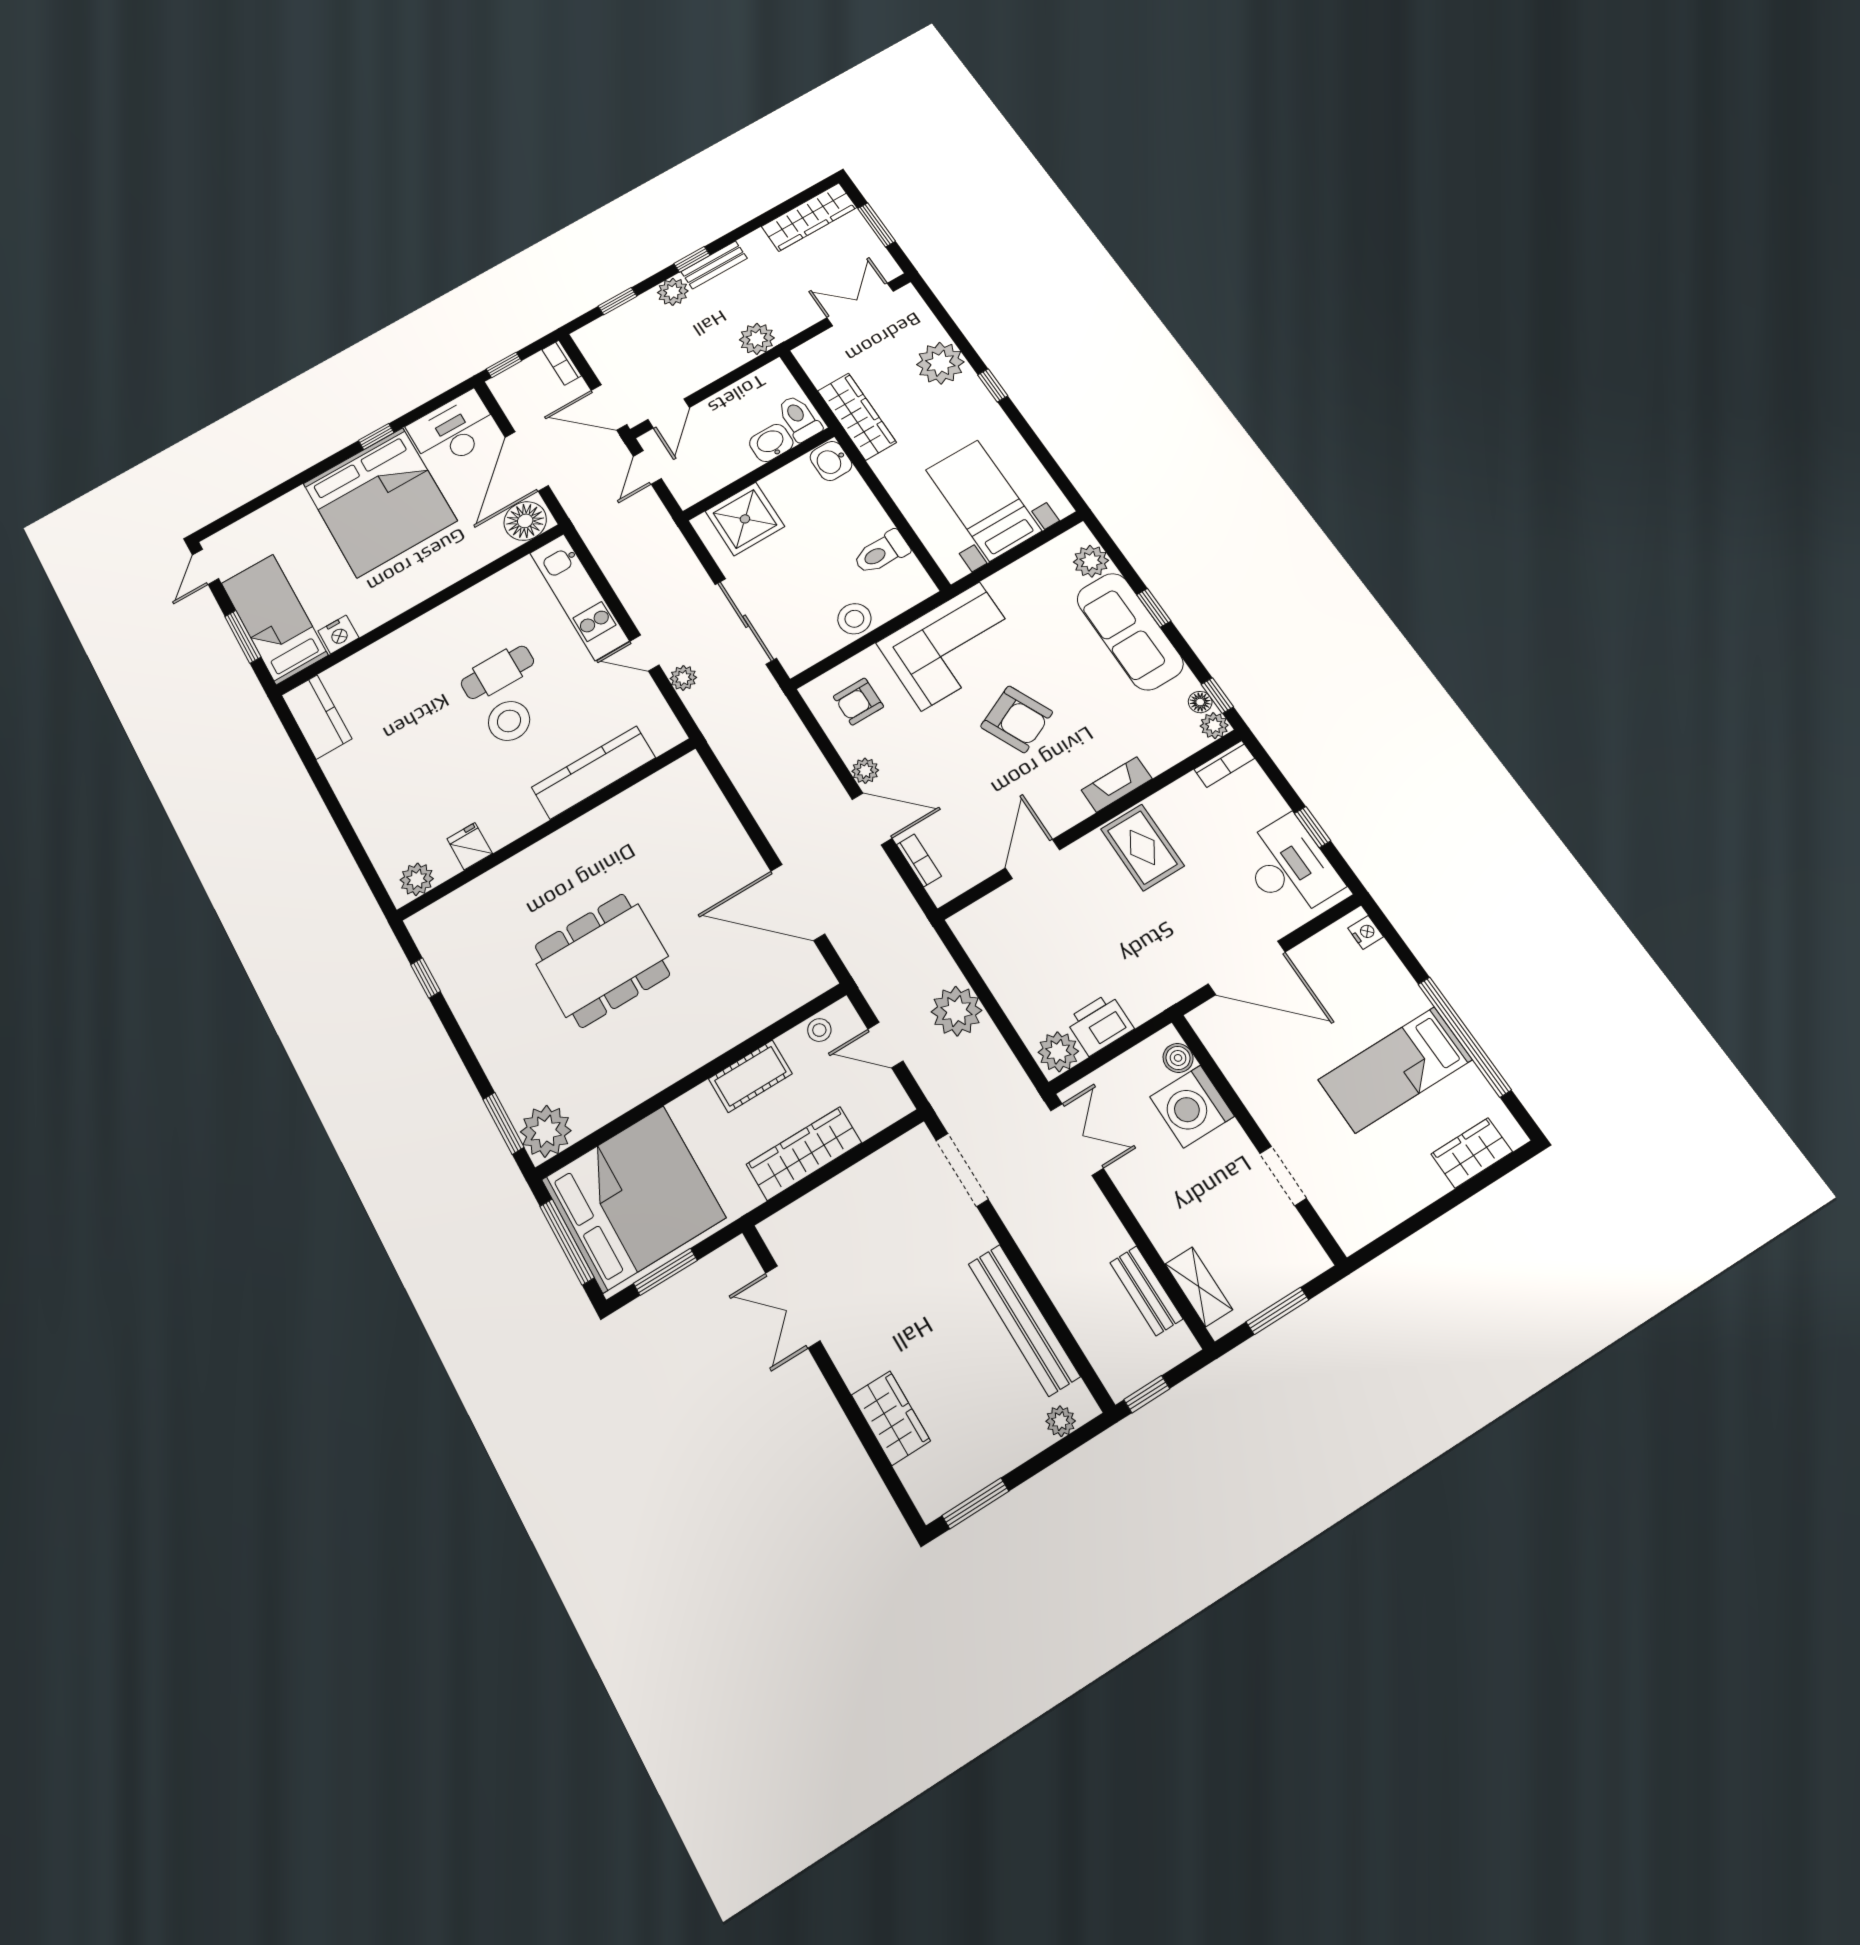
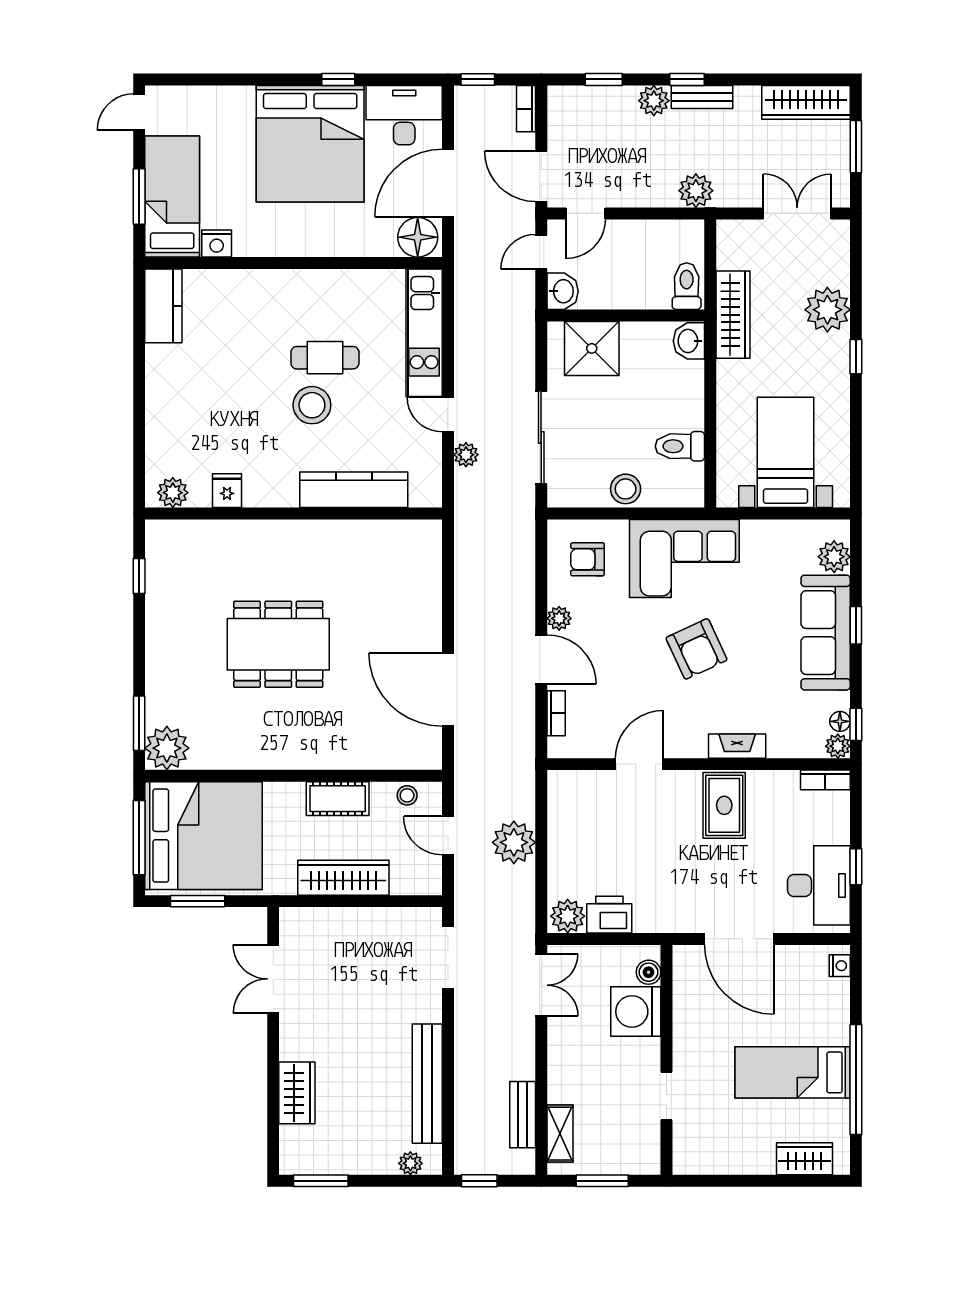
washbasin: (771, 443) -> (563, 291), moved, turned 90

